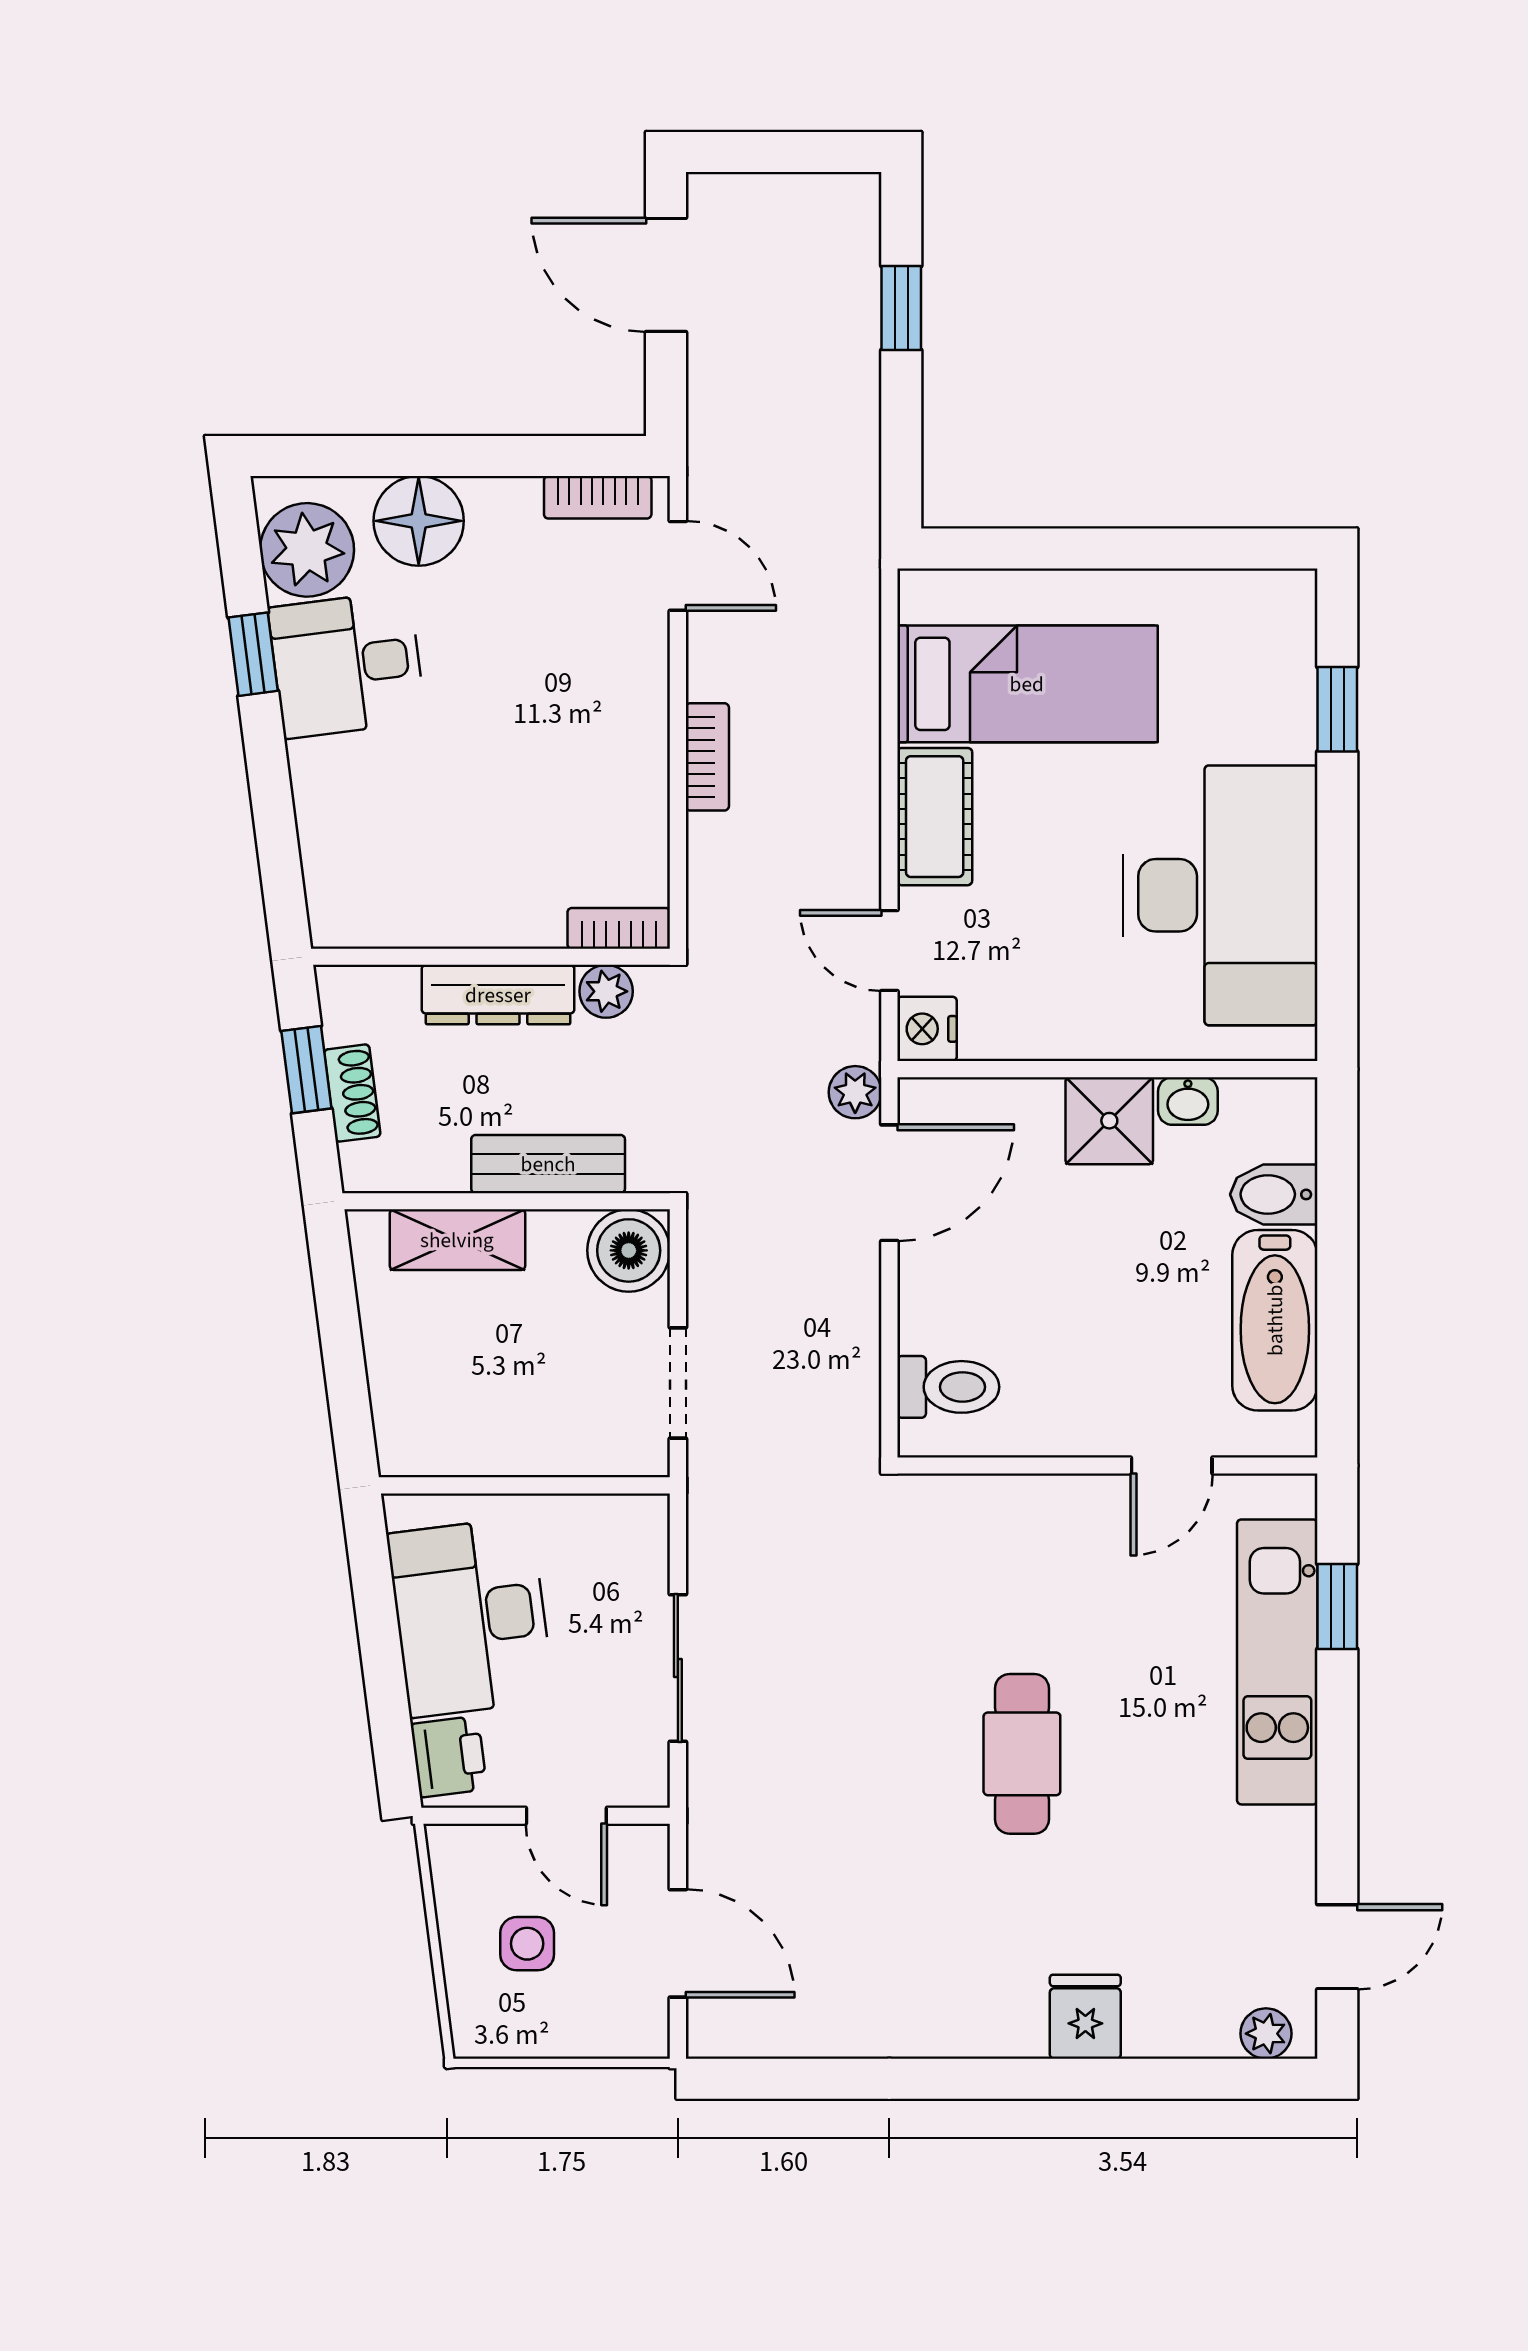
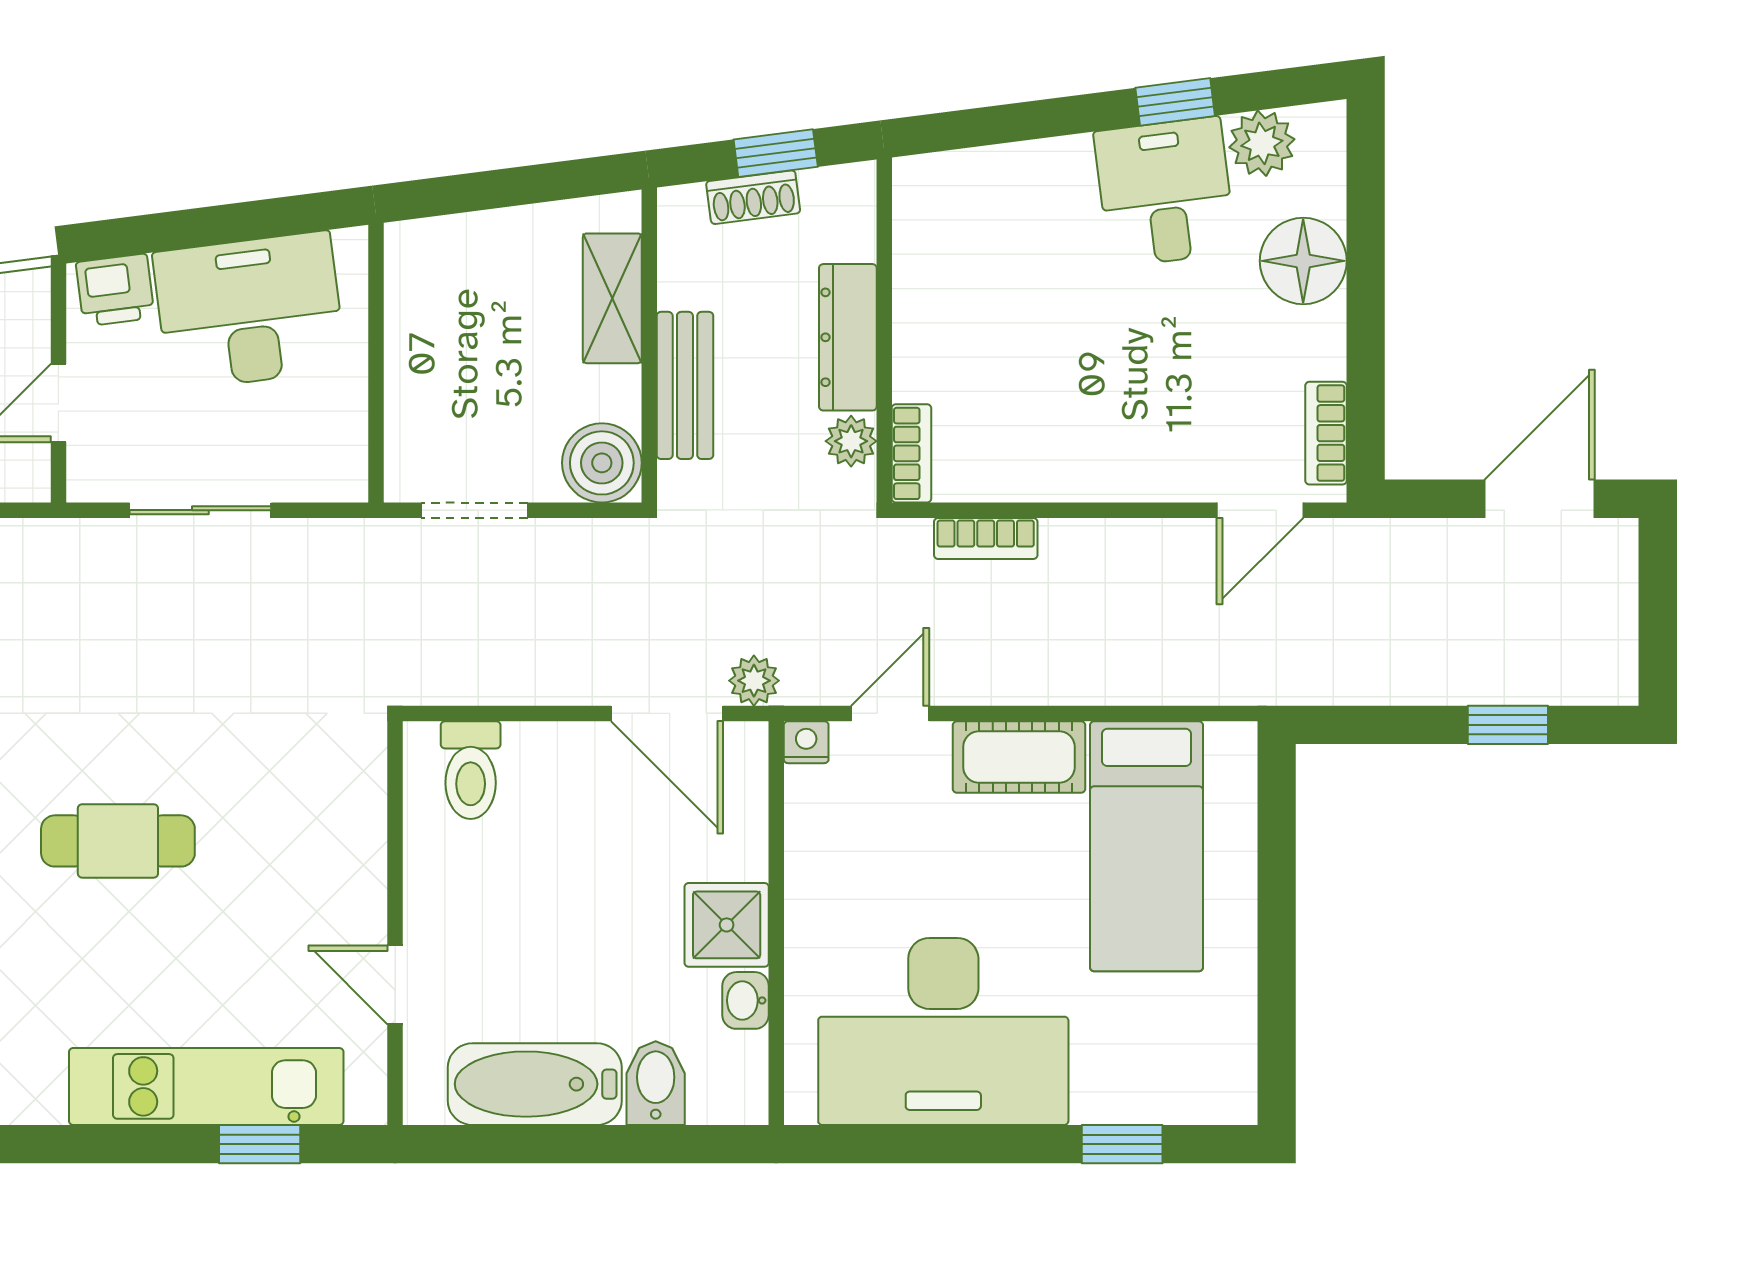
plant: (307, 550) -> (1262, 143), width x0.73, depth x0.73
bookcase: (707, 757) -> (986, 538), moved
nightstand: (927, 1029) -> (806, 742), width x0.72, depth x0.74

